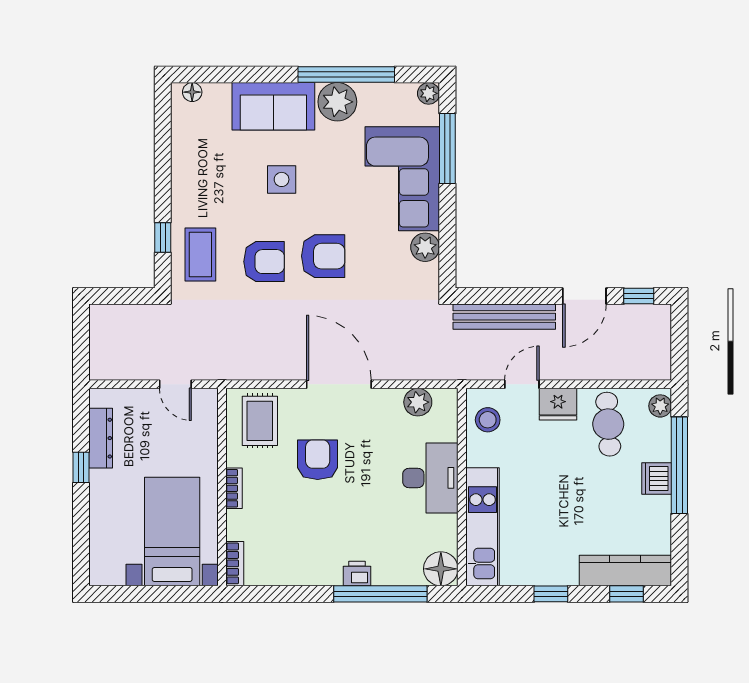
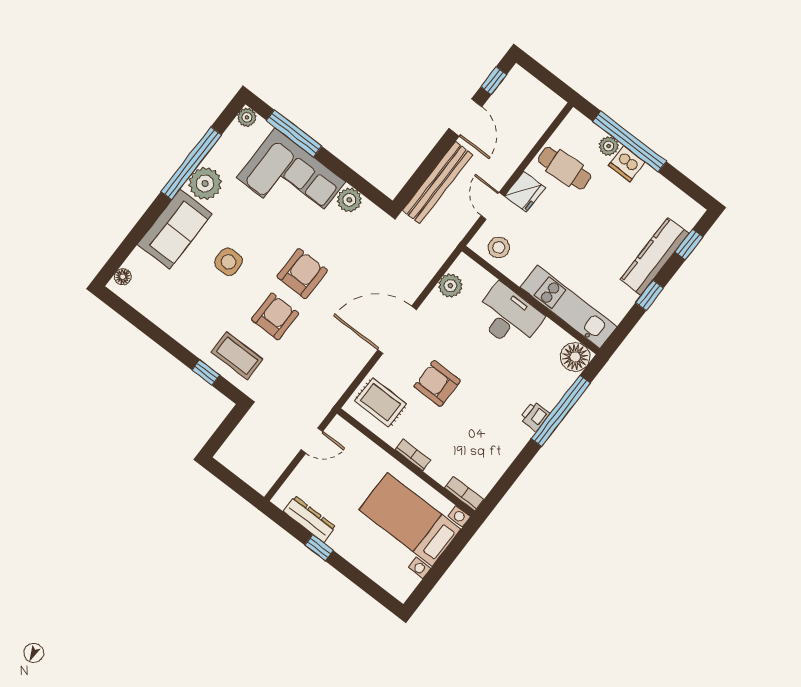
plant: (660, 406) -> (609, 146), moved
kitchen counter: (625, 571) -> (655, 256), moved

